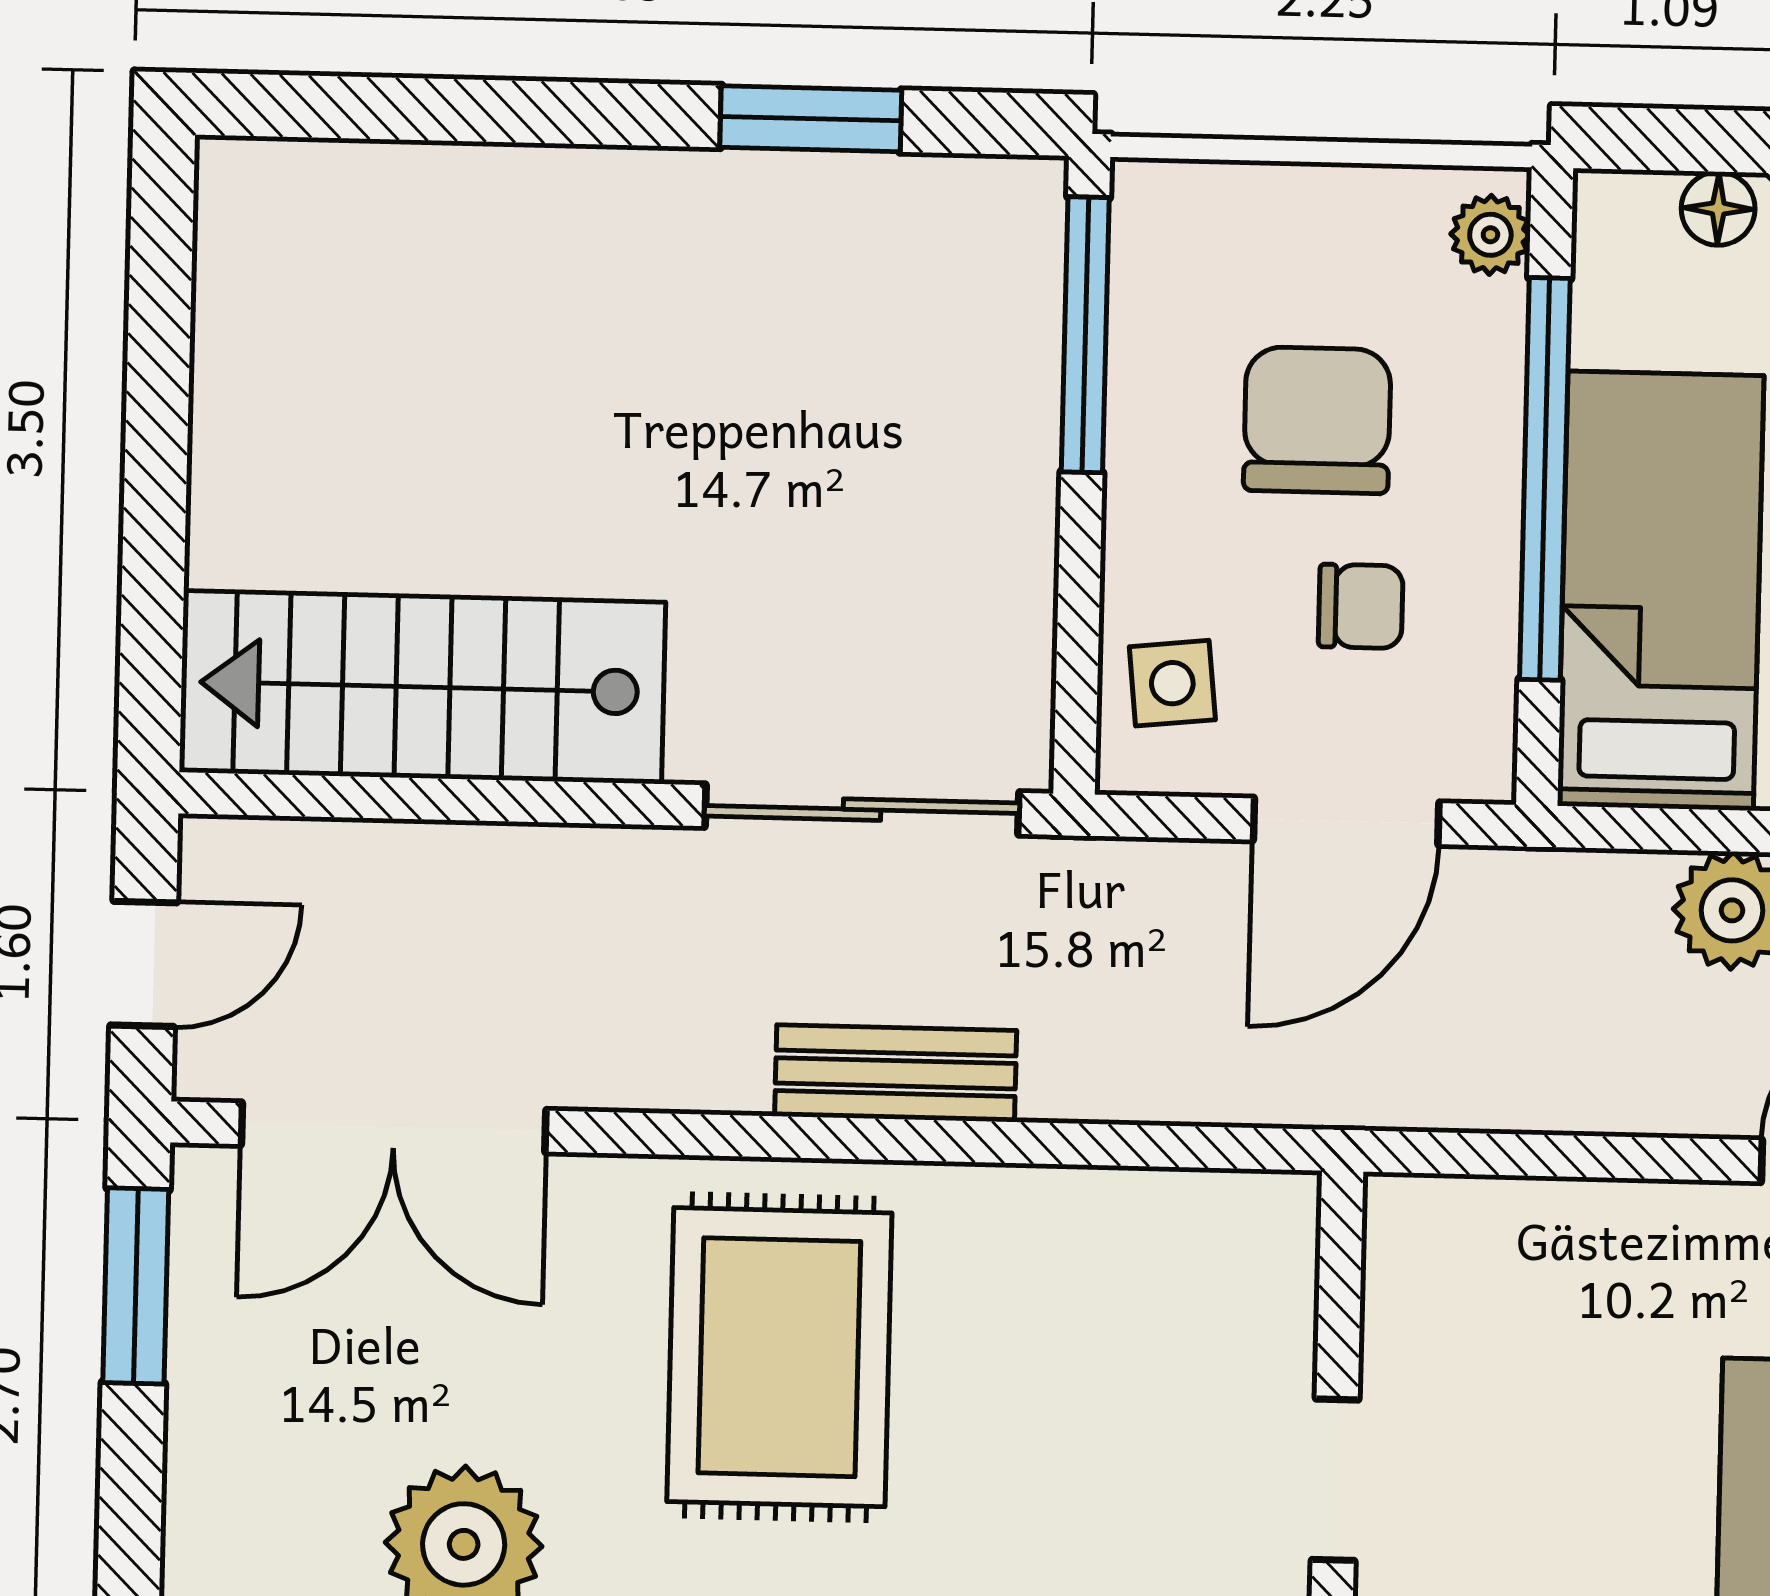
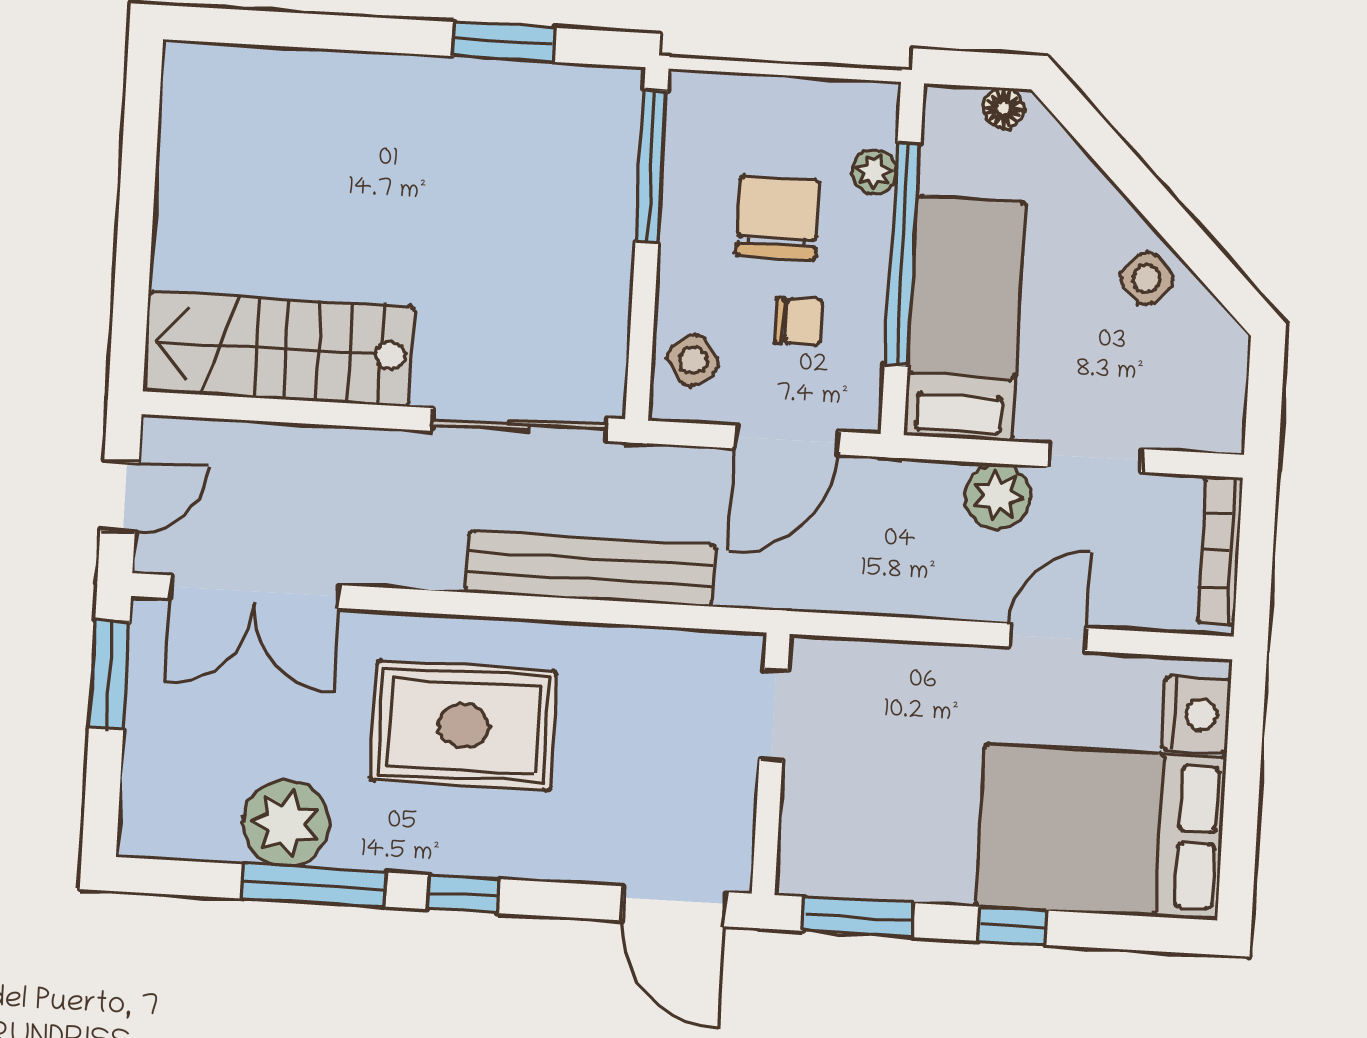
plant: (1490, 235) -> (874, 172), moved
side table: (1172, 683) -> (693, 360), turned -30
bench: (896, 1073) -> (590, 569), width x1.86, depth x1.21
rug: (779, 1357) -> (464, 726), turned 90
doorway: (1335, 1480) -> (773, 715), moved

